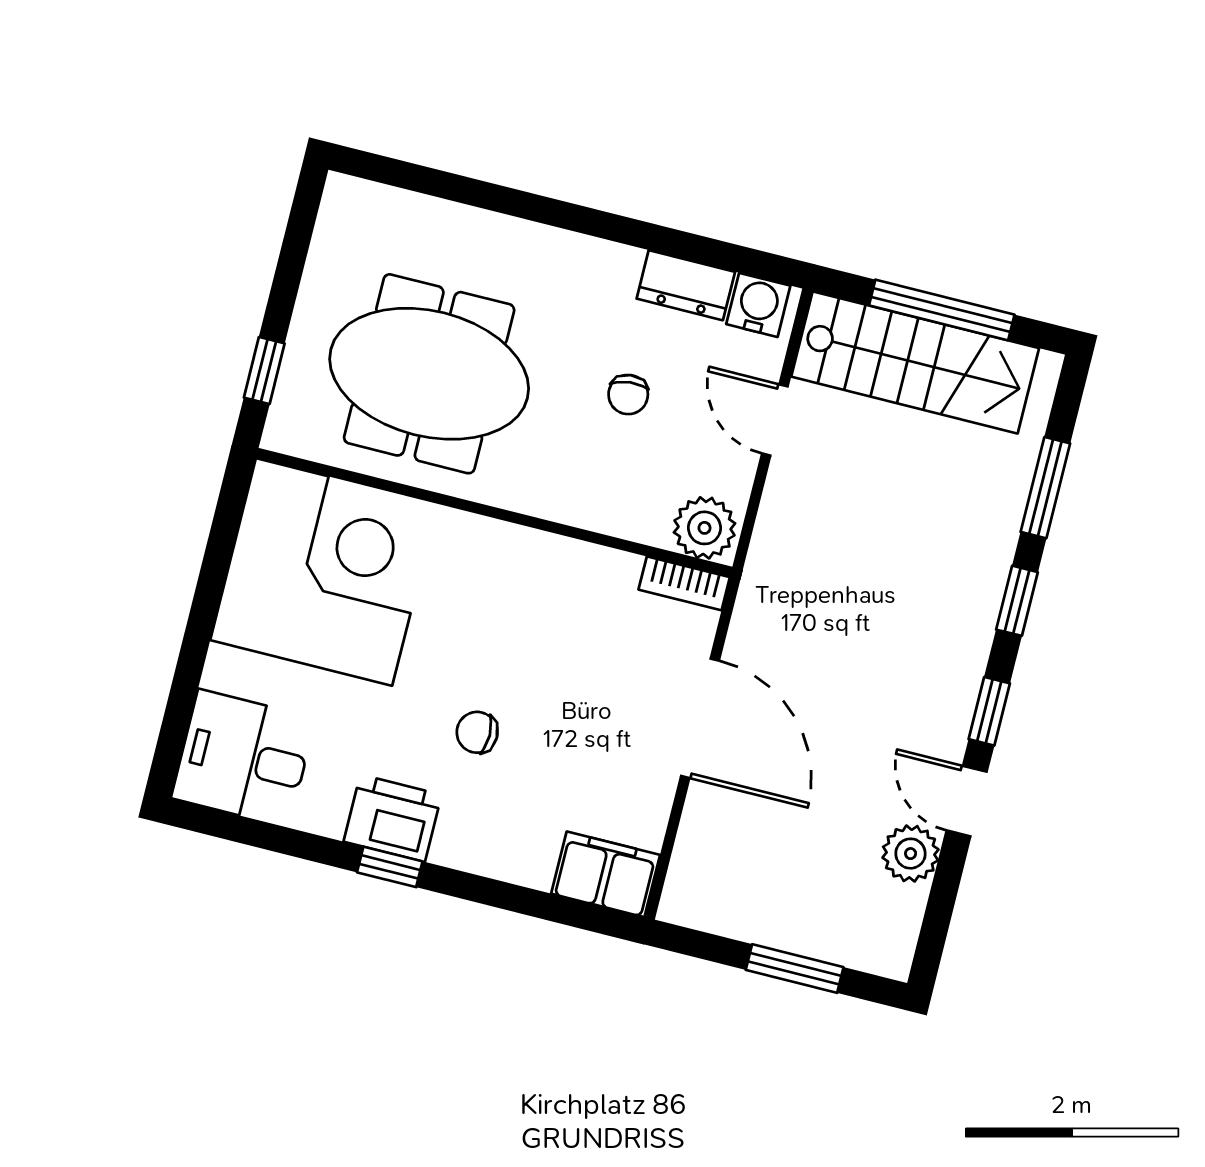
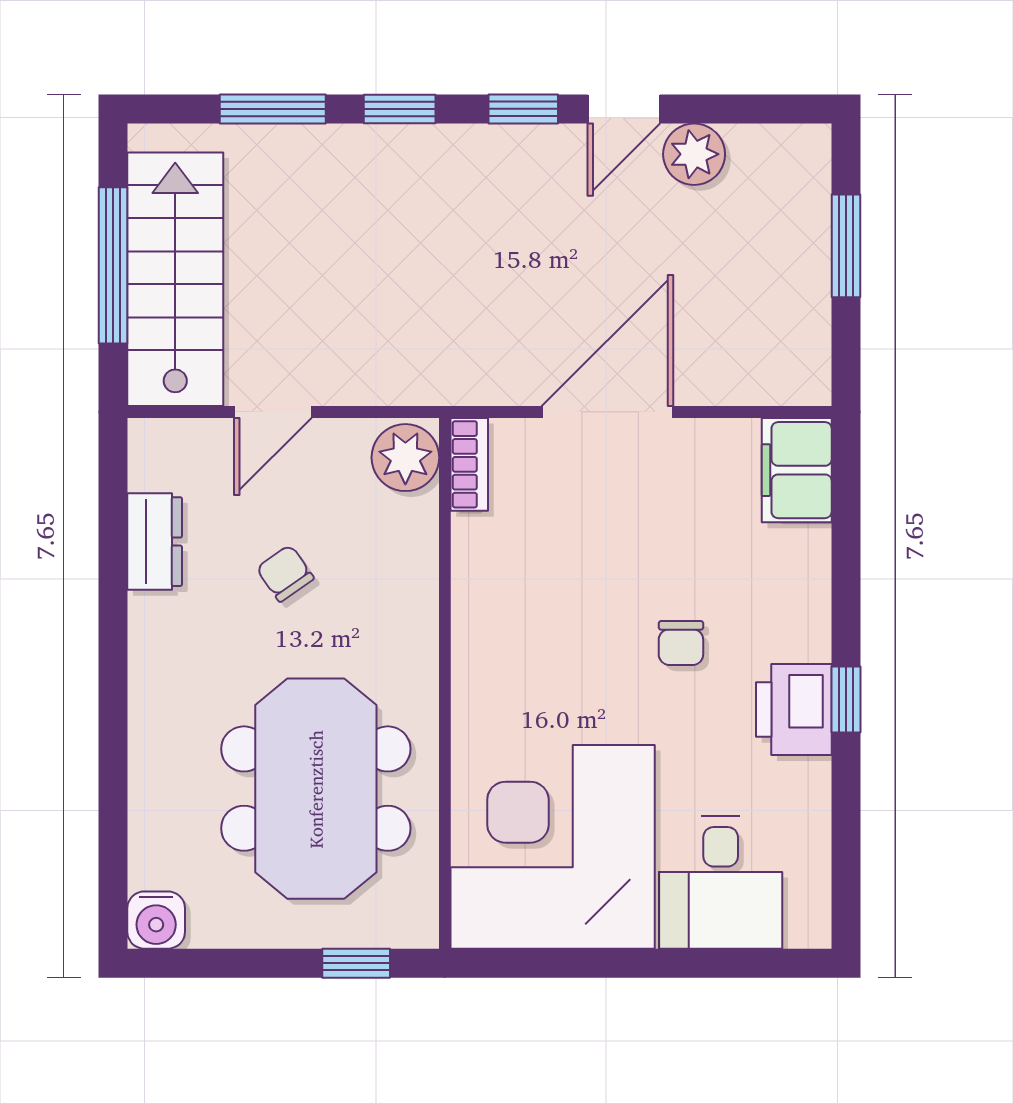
water cooler: (758, 305) -> (156, 920), moved, turned -90
chair: (628, 395) -> (285, 573), turned -119
desk: (243, 758) -> (721, 883), moved

